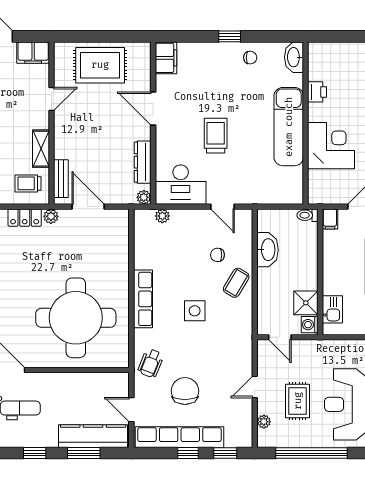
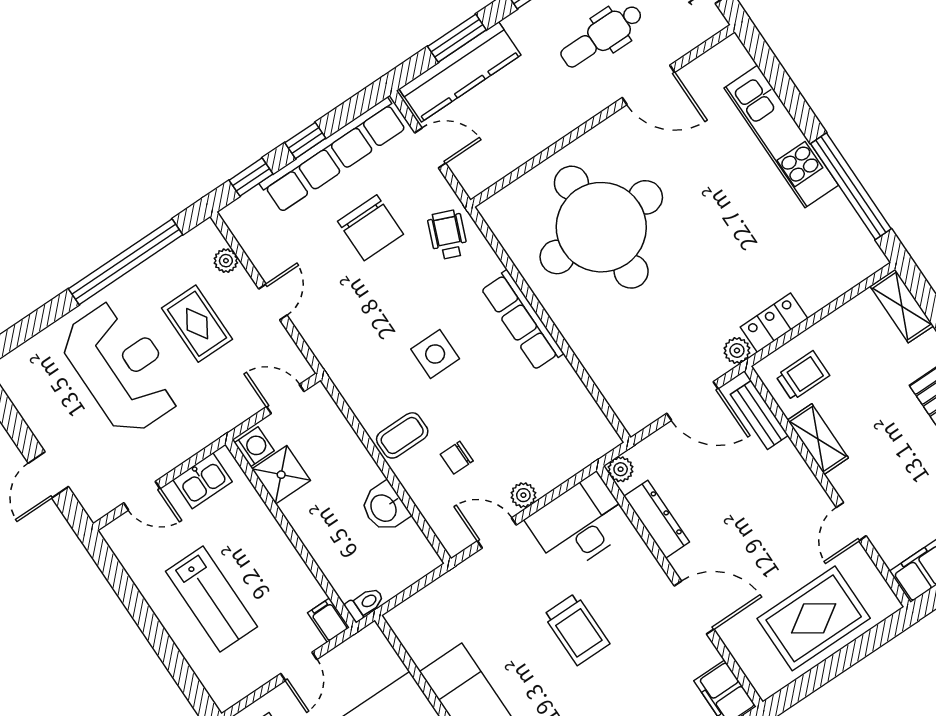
plant: (162, 216) -> (523, 495), moved
washbasin: (268, 250) -> (384, 507), width x0.72
chair: (217, 255) -> (457, 458), turned 180
coffee table: (236, 283) -> (402, 435), turned 59
kitchen sink: (332, 309) -> (202, 481), moved, turned -90

